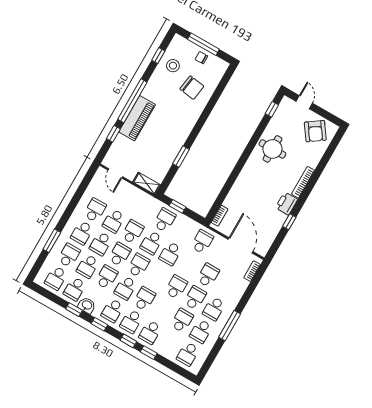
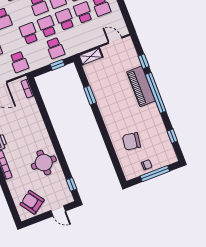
stool: (173, 66) -> (157, 141), removed
school desk: (133, 232) -> (65, 19), turned 180

